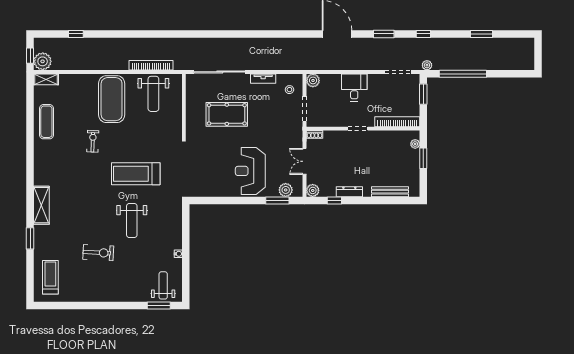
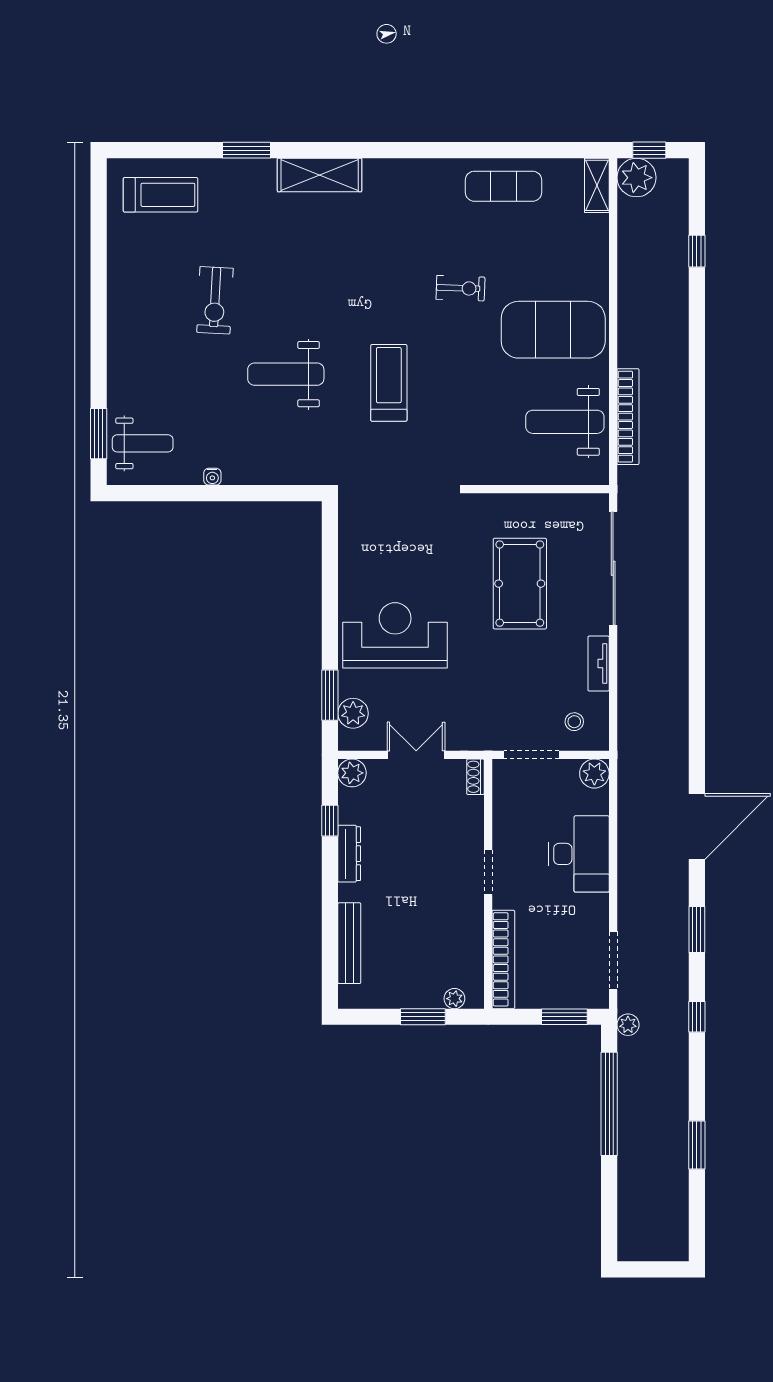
desk: (354, 87) -> (579, 854), width x1.37
treadmill: (136, 174) -> (389, 383), width x0.73, depth x0.73

